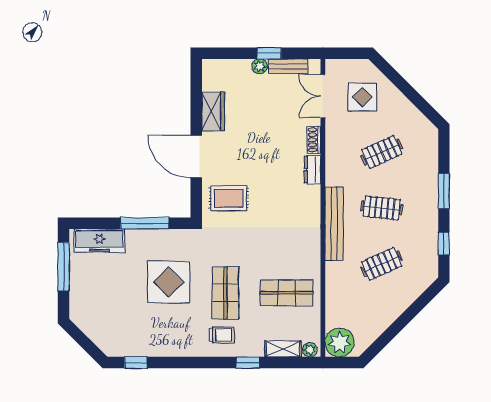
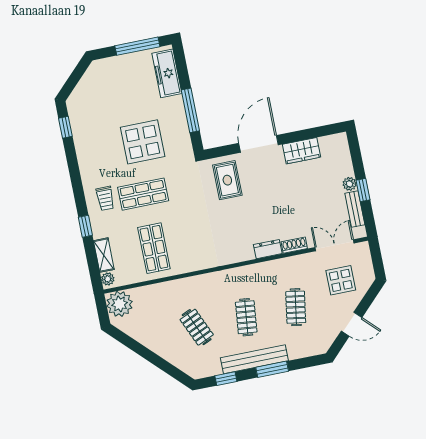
door: (412, 95) -> (352, 324), added
clothes rail: (382, 152) -> (296, 307), turned 33
bench: (334, 224) -> (254, 359), moved

